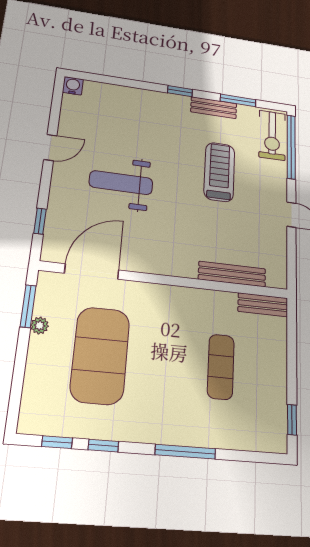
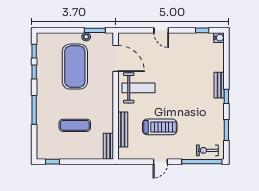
bench: (214, 108) -> (219, 85), moved
exercise bike: (272, 135) -> (207, 150), width x0.73, depth x0.72
door: (50, 148) -> (161, 30), moved
treadmill: (219, 172) -> (160, 127), moved
weight bench: (121, 183) -> (139, 88), moved, turned 90
window: (40, 221) -> (202, 30), moved
exercise mat: (100, 355) -> (75, 67), turned 90

